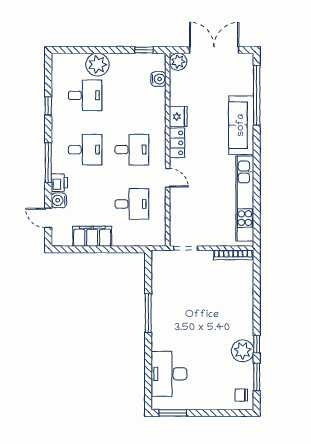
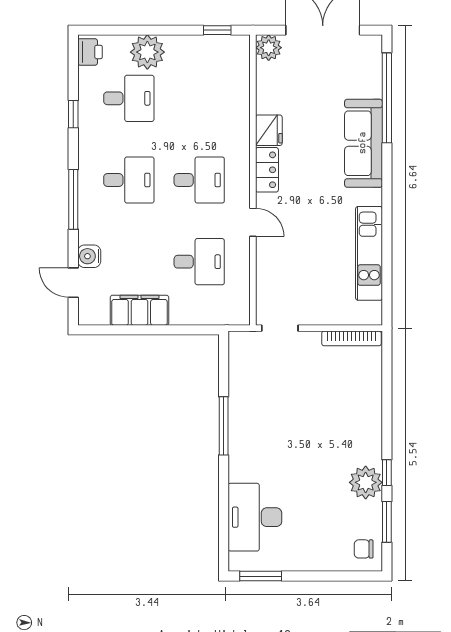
water cooler: (158, 79) -> (239, 74), removed
printer: (59, 183) -> (90, 52), moved
kitchen unit: (245, 198) -> (369, 253), width x0.73

